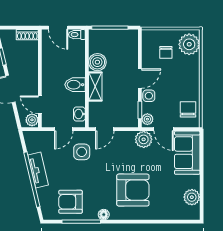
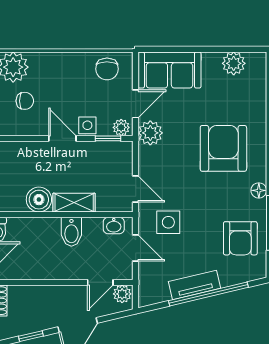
chair: (188, 109) -> (107, 69), turned -90

